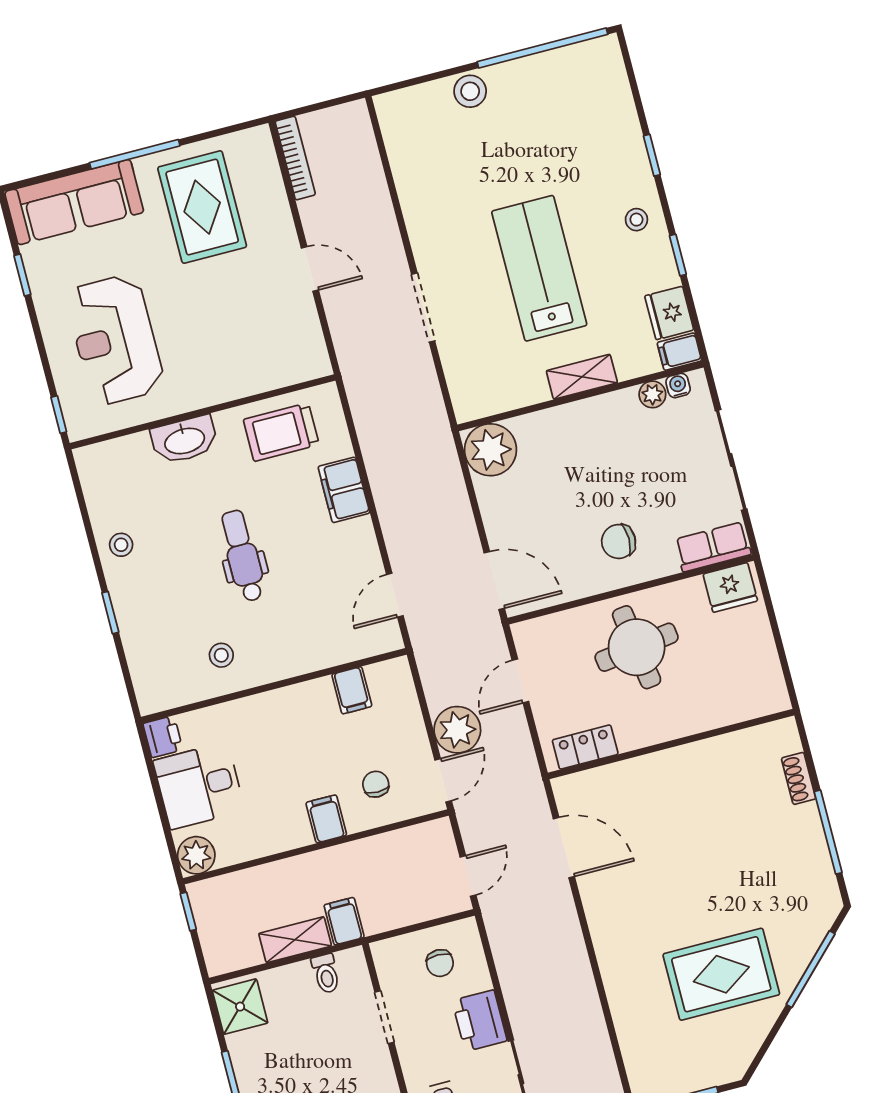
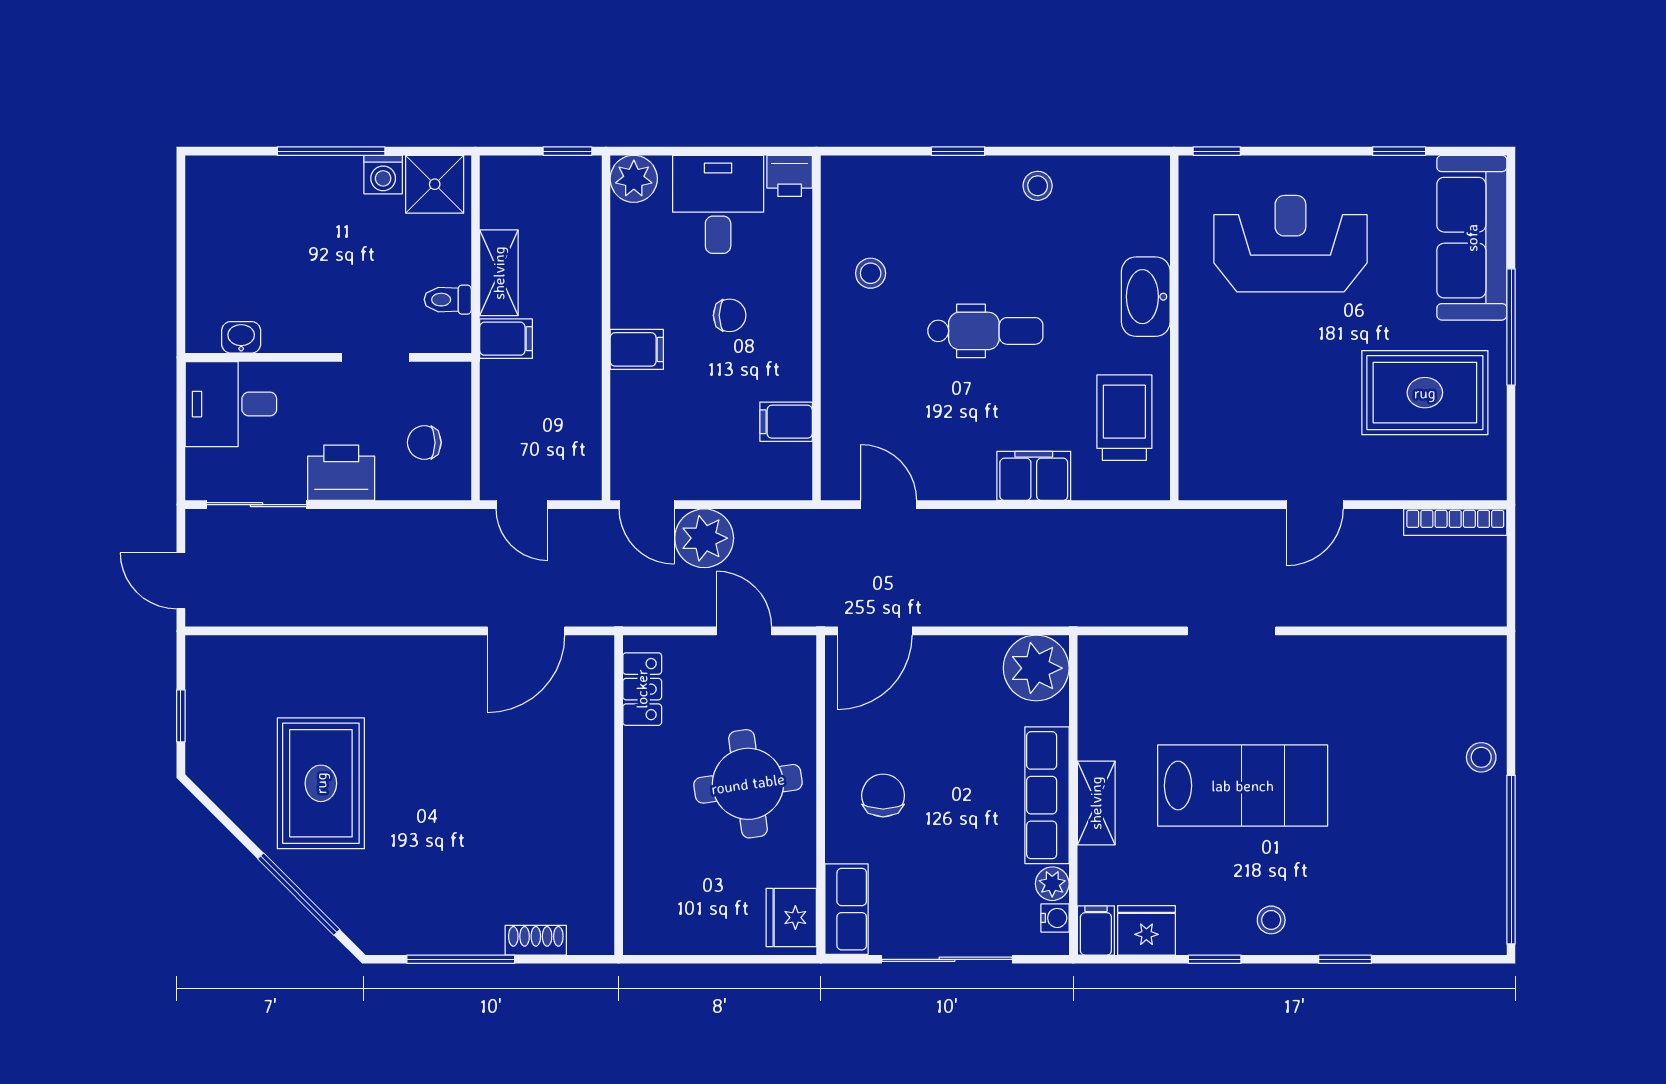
stool: (470, 91) -> (1481, 757), width x0.73, depth x0.73
row of seats: (586, 416) -> (1047, 795), added
chair: (376, 784) -> (730, 315), moved
washing machine: (243, 1048) -> (383, 175), added

